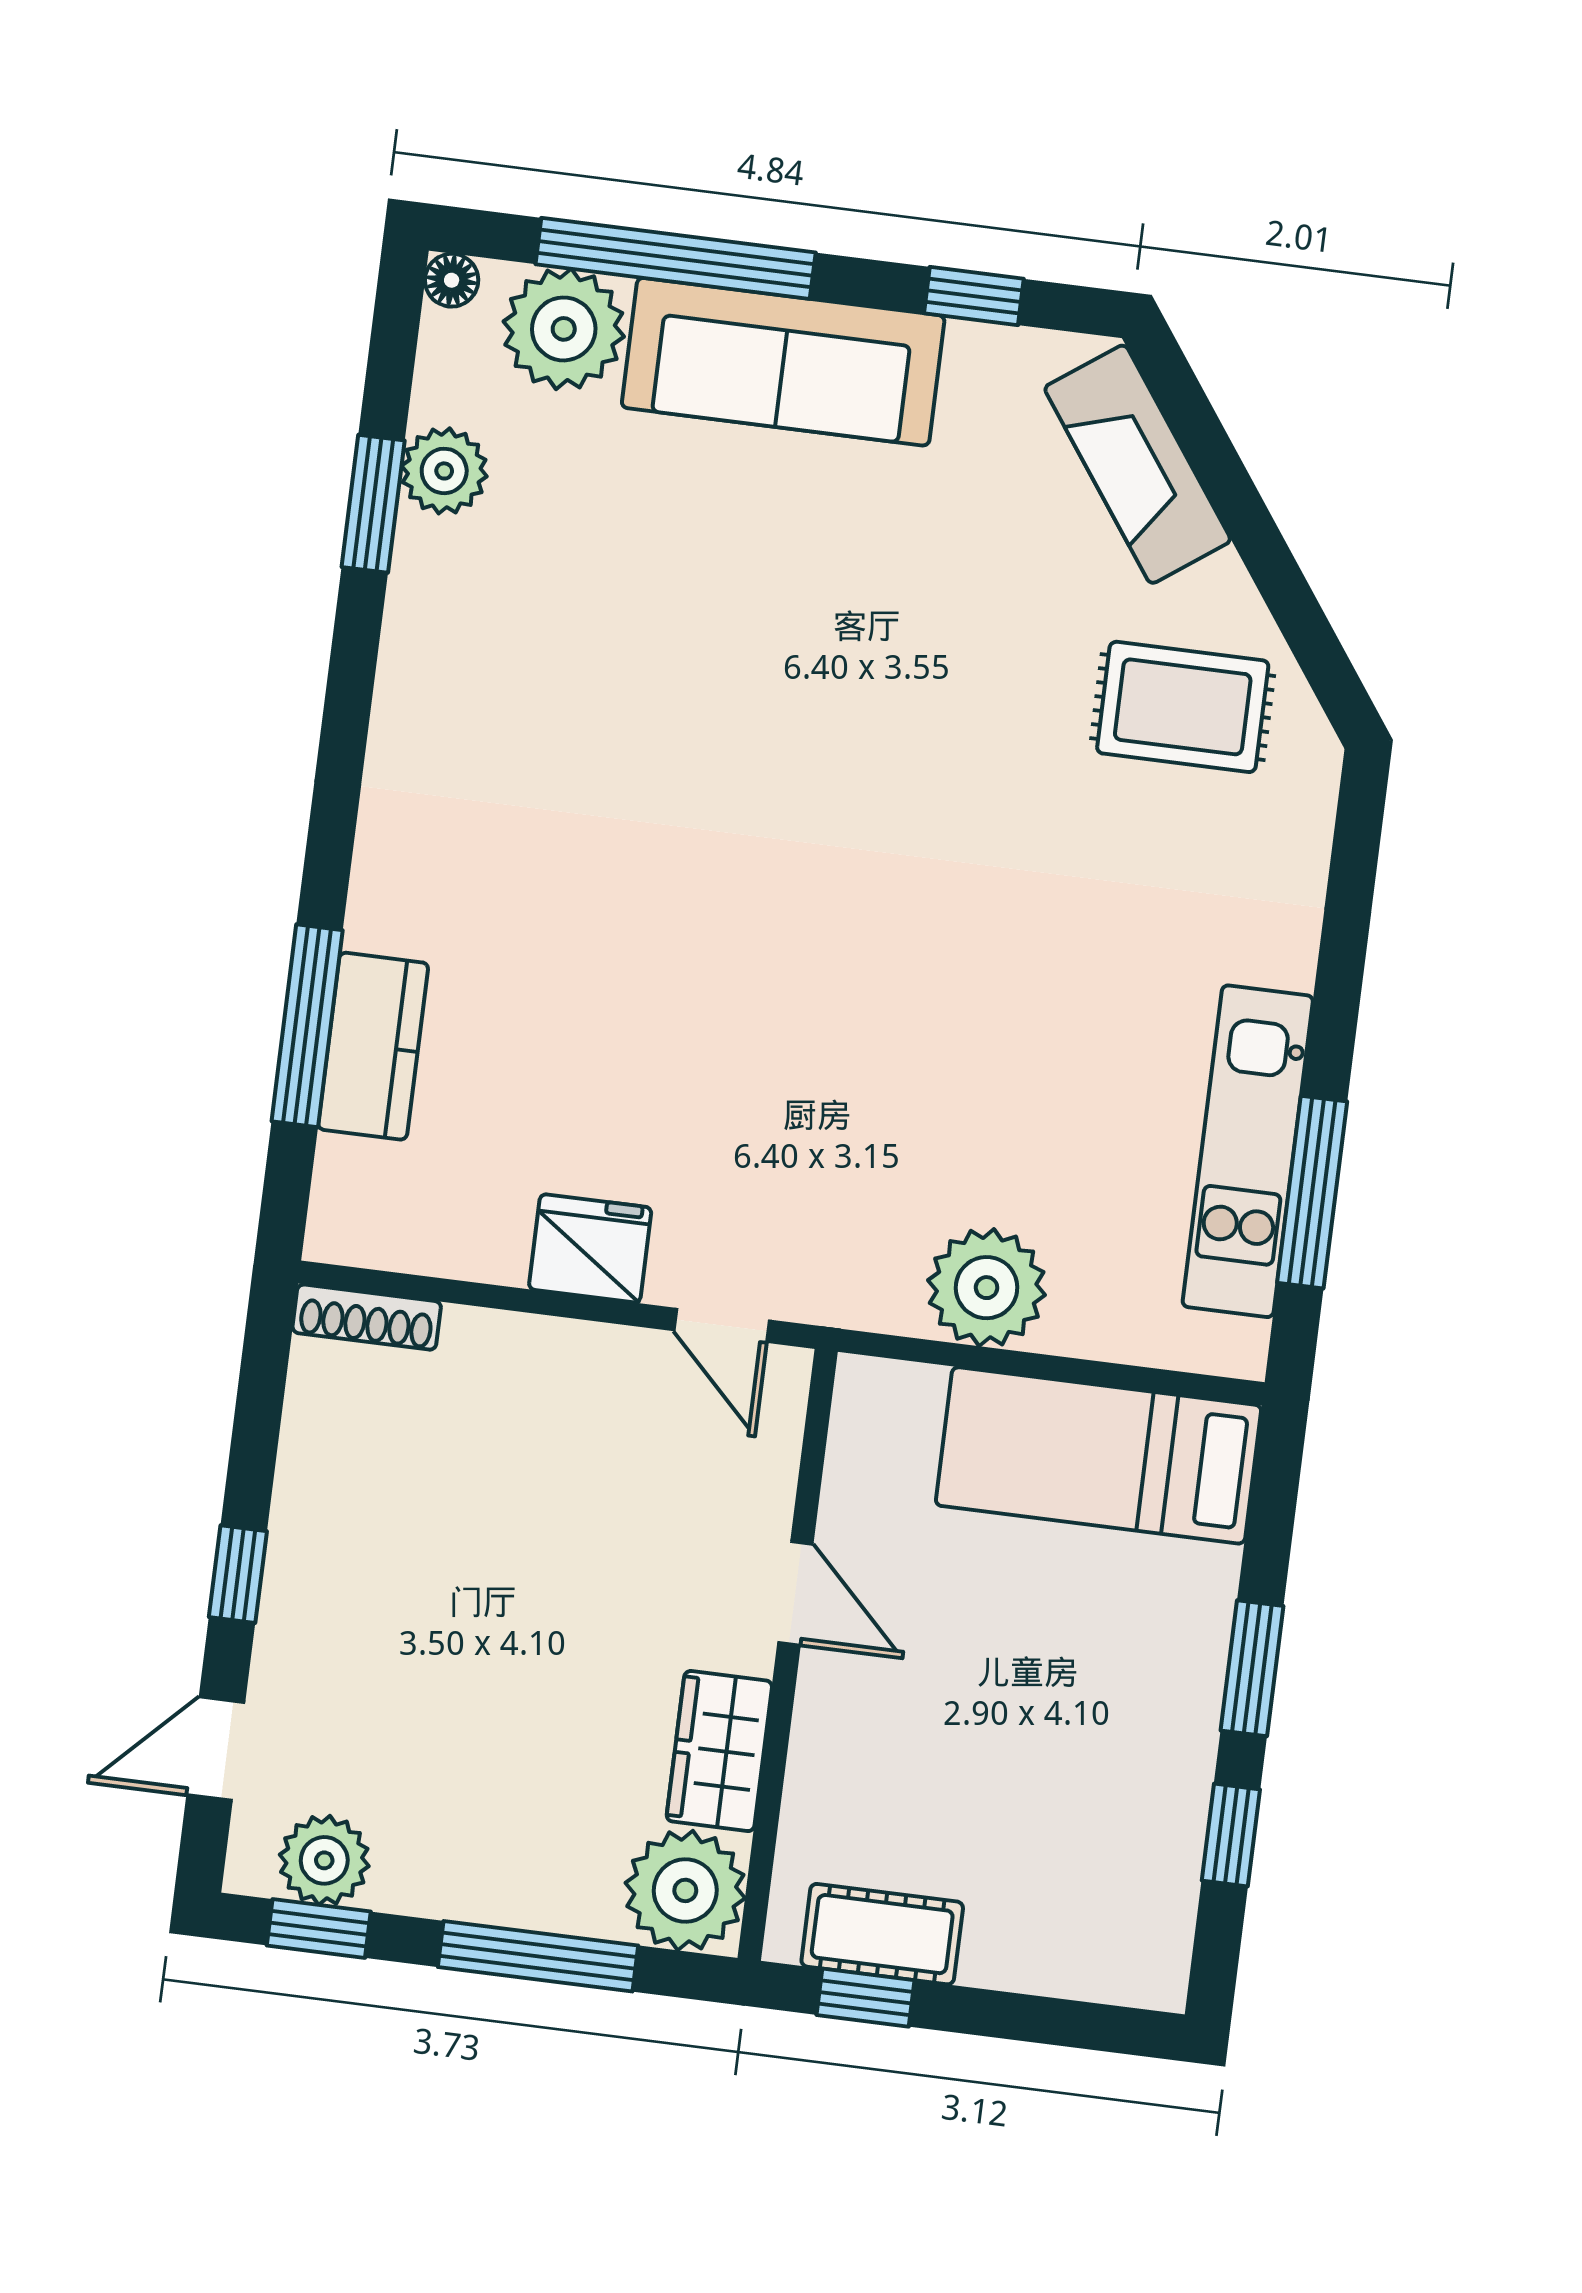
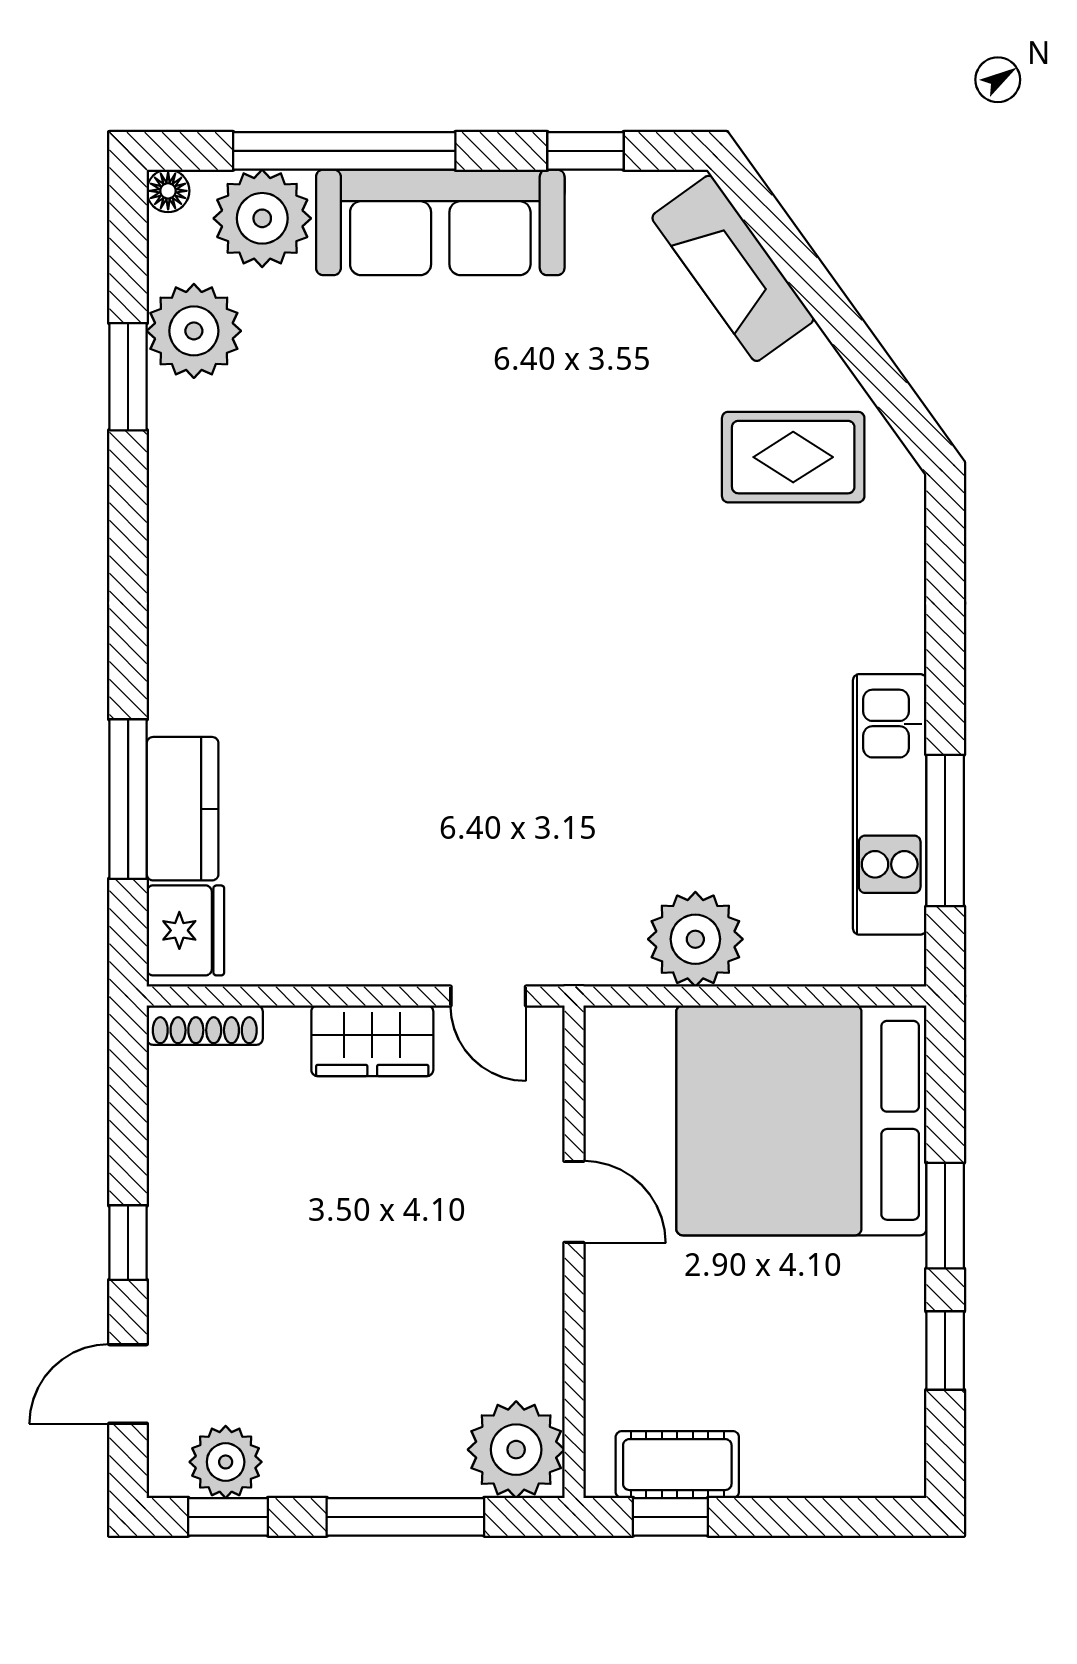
plant: (444, 471) -> (194, 331), width x1.36, depth x1.36
fridge: (590, 1248) -> (185, 930), moved, turned 90
bed: (1098, 1455) -> (801, 1120), width x2.04
wardrobe: (719, 1751) -> (372, 1041), moved, turned -90

